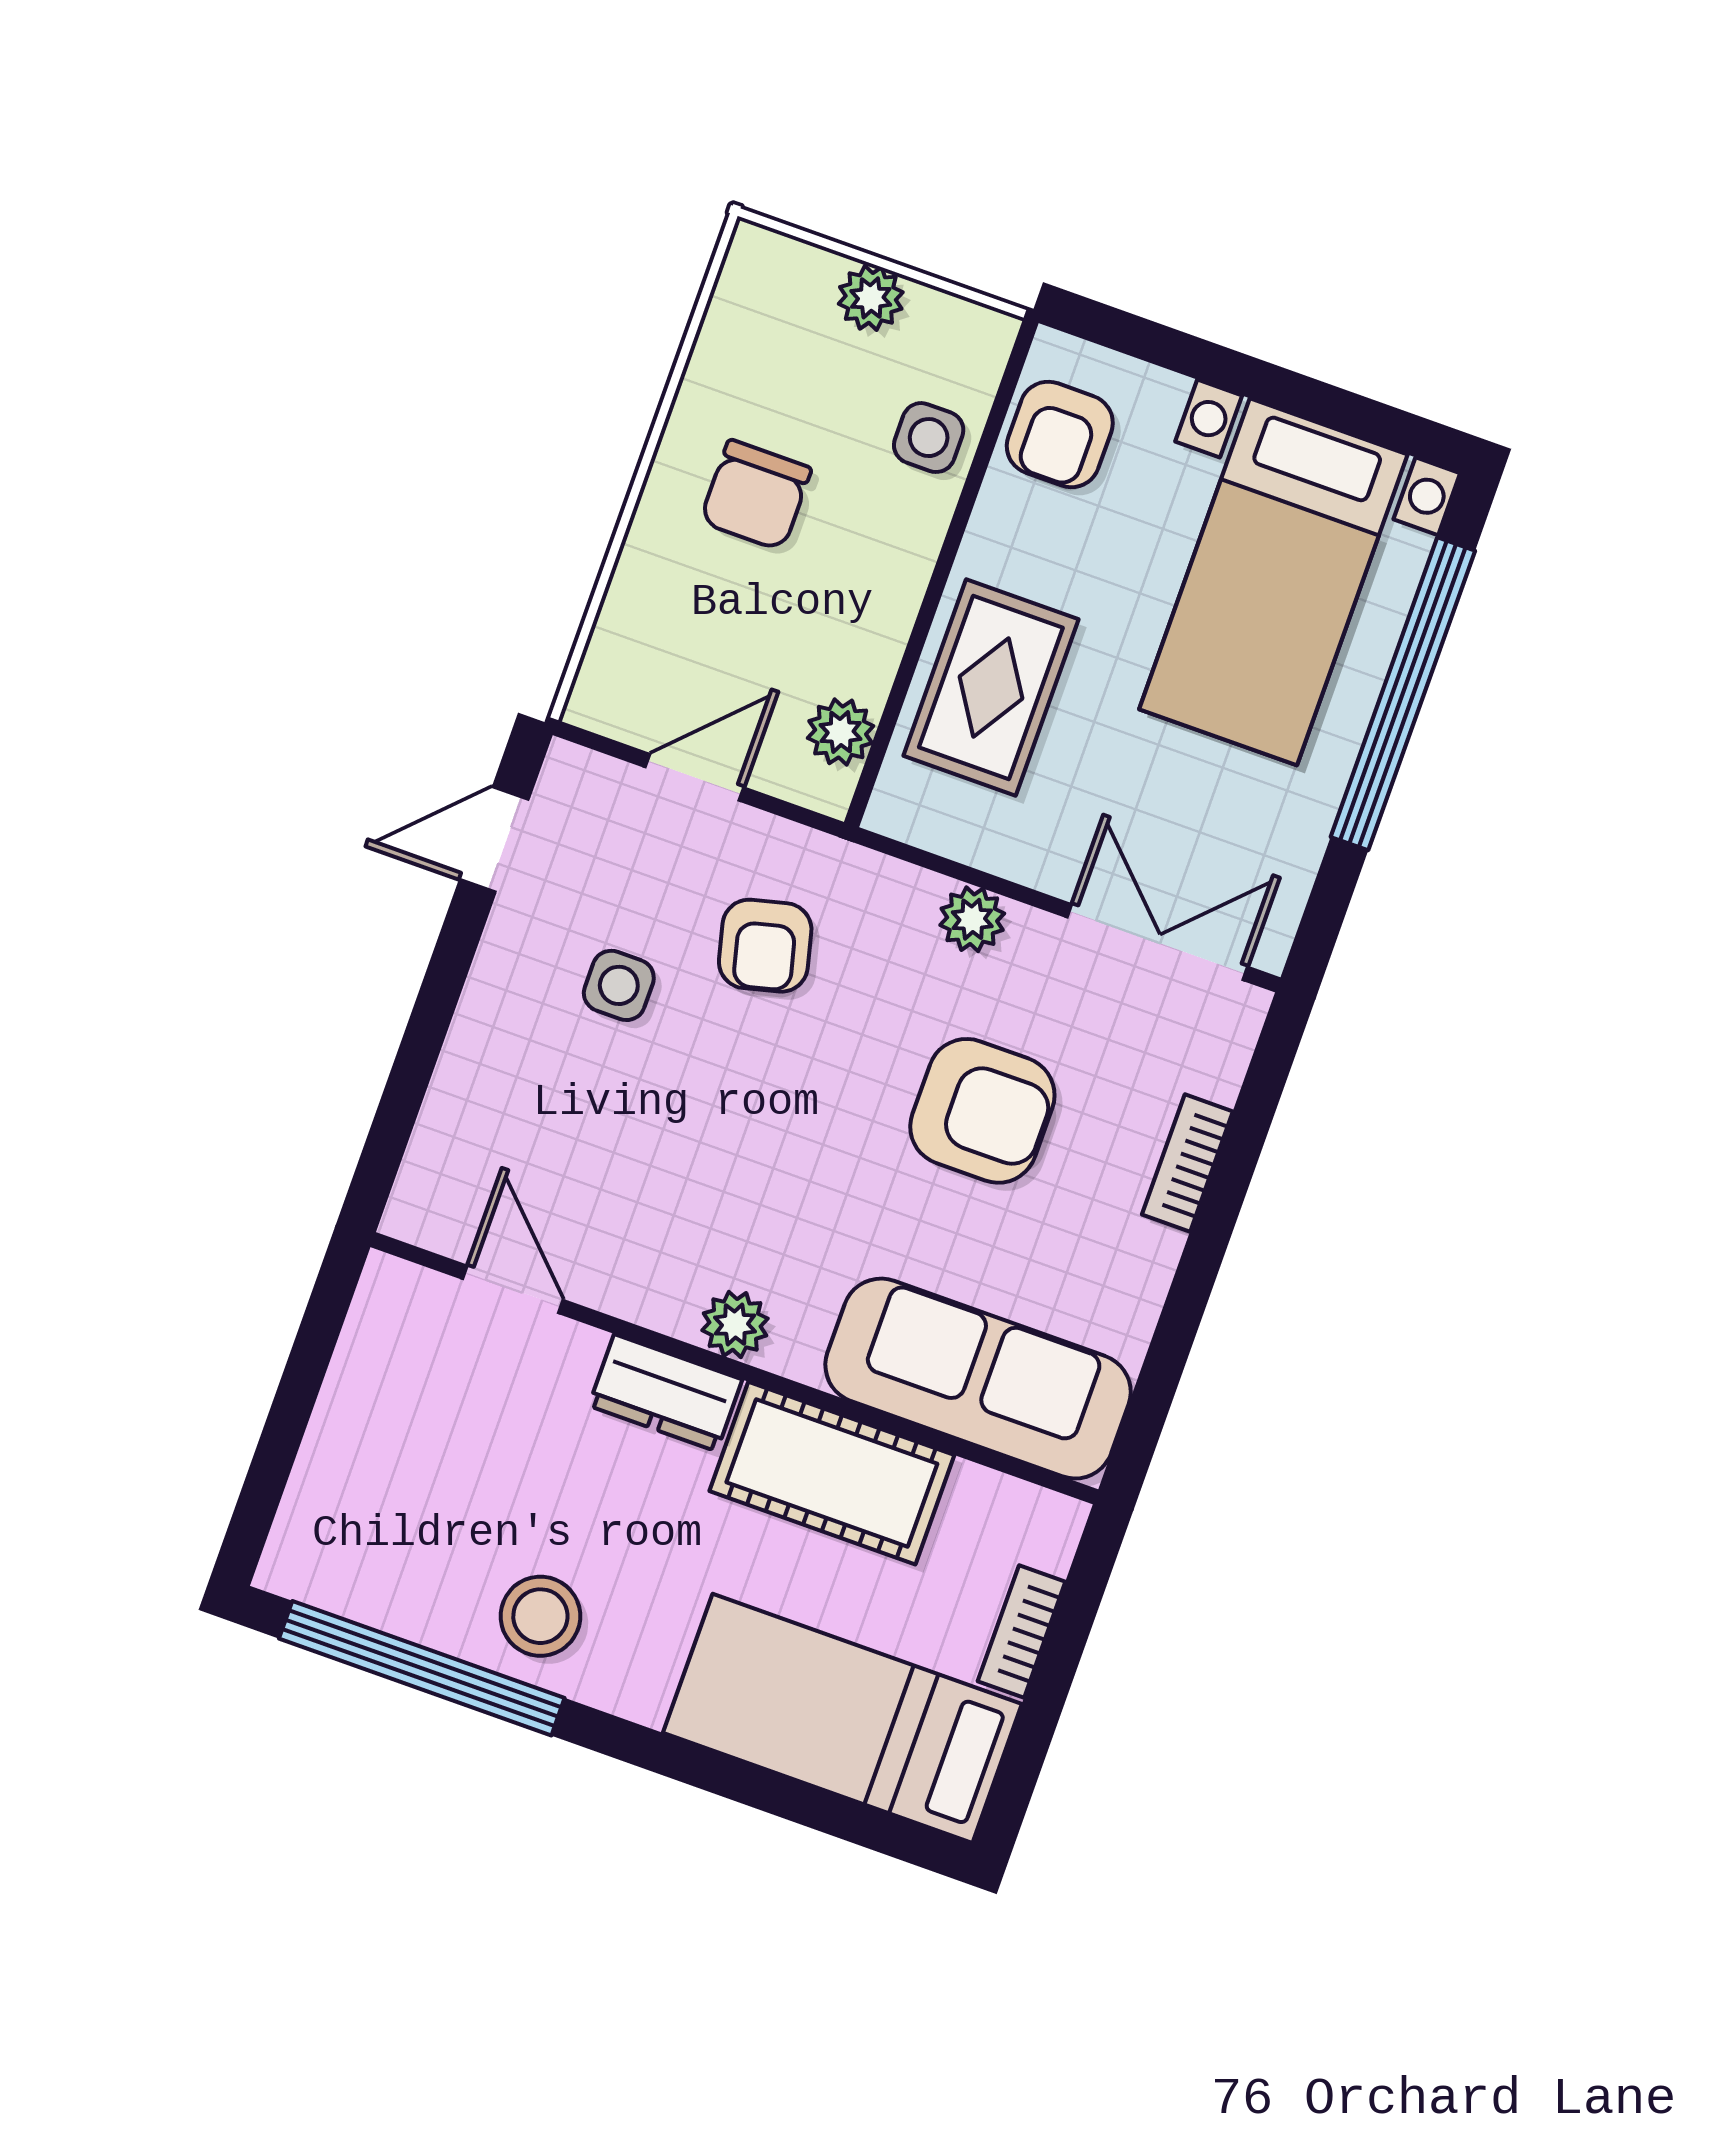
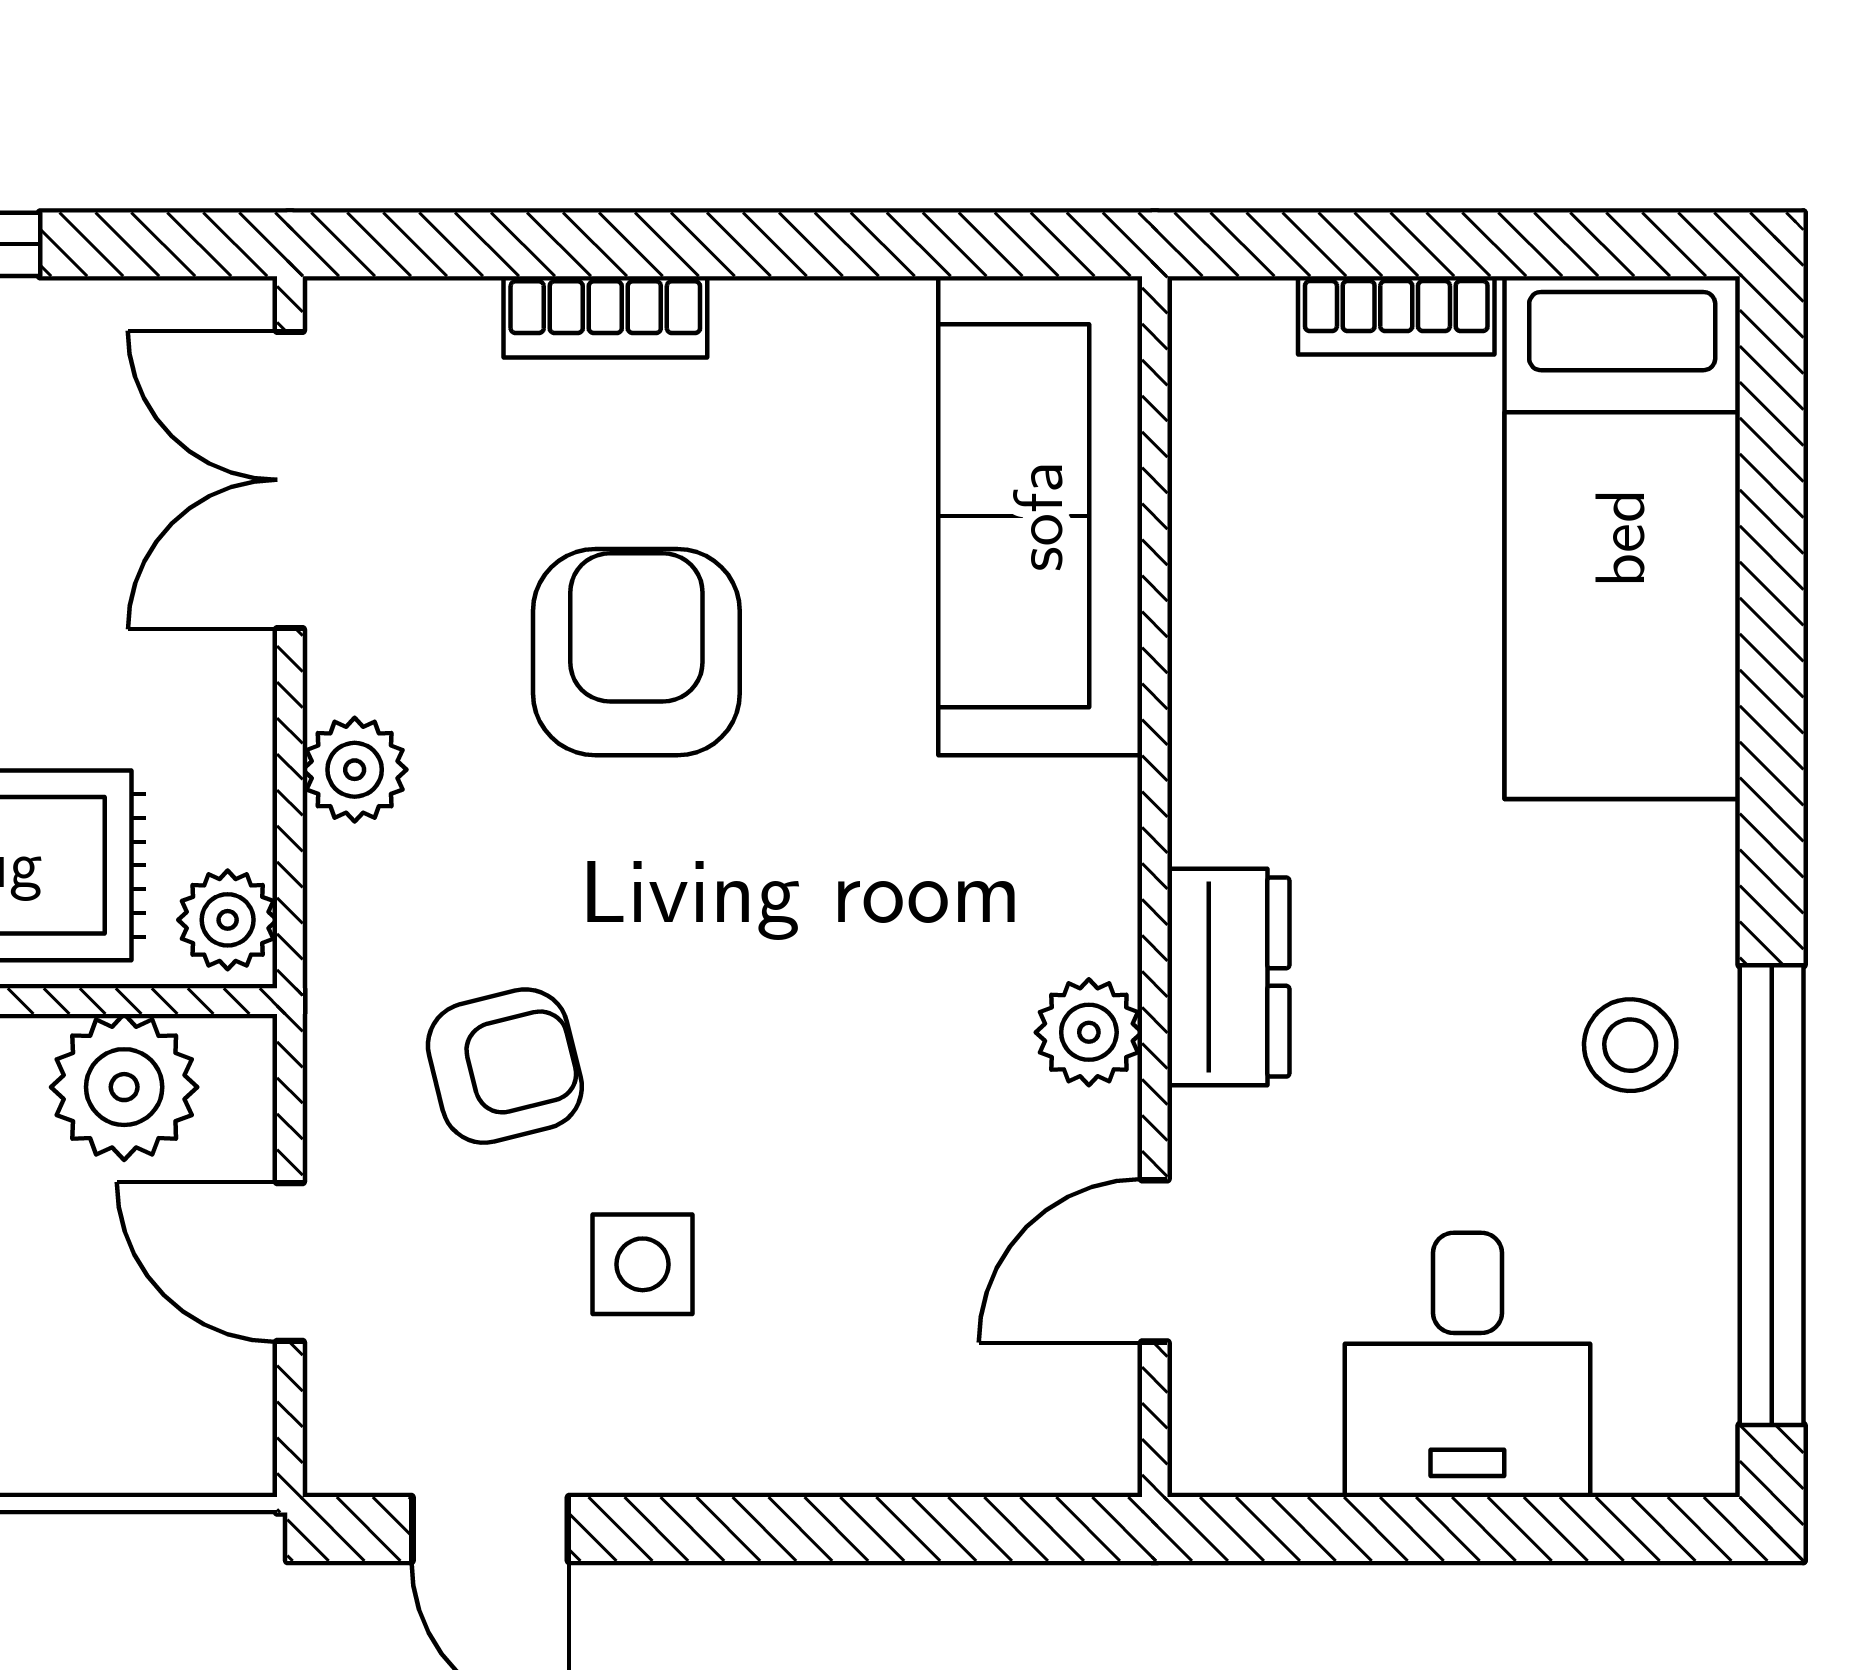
plant: (841, 732) -> (124, 1087), width x1.38, depth x1.38
plant: (910, 812) -> (228, 920), added
plant: (735, 1324) -> (1089, 1032), moved
desk: (385, 1452) -> (1467, 1365), added
cot: (832, 1473) -> (1260, 685), removed
stool: (540, 1616) -> (1630, 1045), width x0.73, depth x0.73

